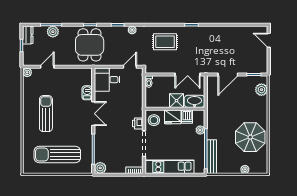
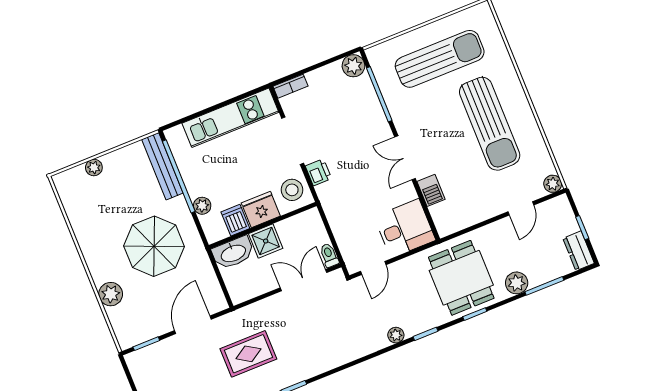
plant: (53, 32) -> (517, 283), moved
rug: (165, 42) -> (248, 354), moved
double door: (188, 74) -> (304, 280), moved
plant: (261, 90) -> (111, 294), moved
sun lounger: (46, 114) -> (490, 124), width x1.36, depth x1.34
parasol: (250, 137) -> (154, 246), moved

